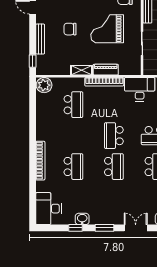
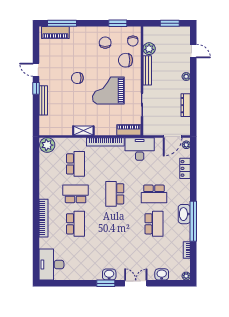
chair: (70, 29) -> (77, 78), moved
window: (33, 61) -> (36, 88), moved
piano: (106, 70) -> (129, 130), moved
school desk: (114, 167) -> (76, 194), moved, turned -90
washbasin: (82, 219) -> (109, 275), moved
window: (76, 228) -> (78, 283), removed

